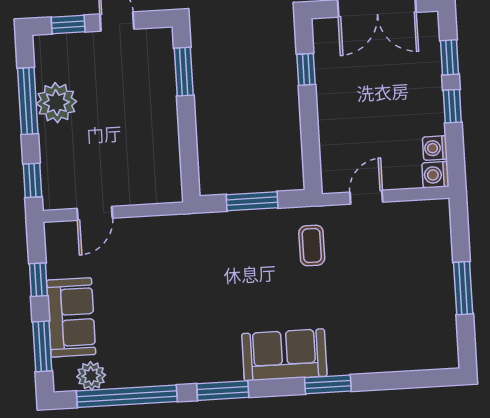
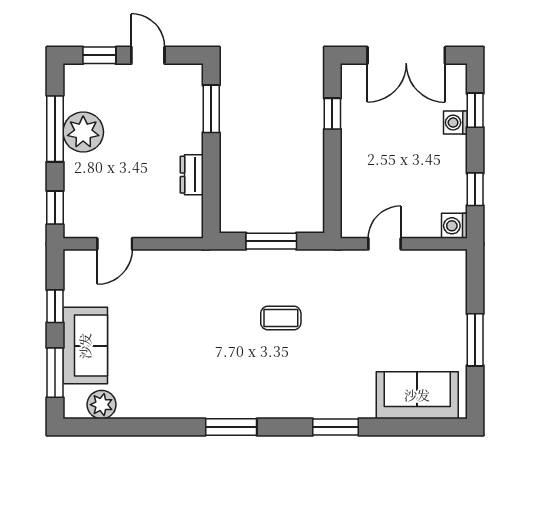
window: (452, 106) -> (475, 189), moved
dresser: (168, 139) -> (192, 175), added
washing machine: (435, 148) -> (455, 123), moved
coffee table: (312, 245) -> (281, 318), moved, turned 90
sofa: (284, 355) -> (417, 395), moved
window: (127, 396) -> (136, 427), removed

